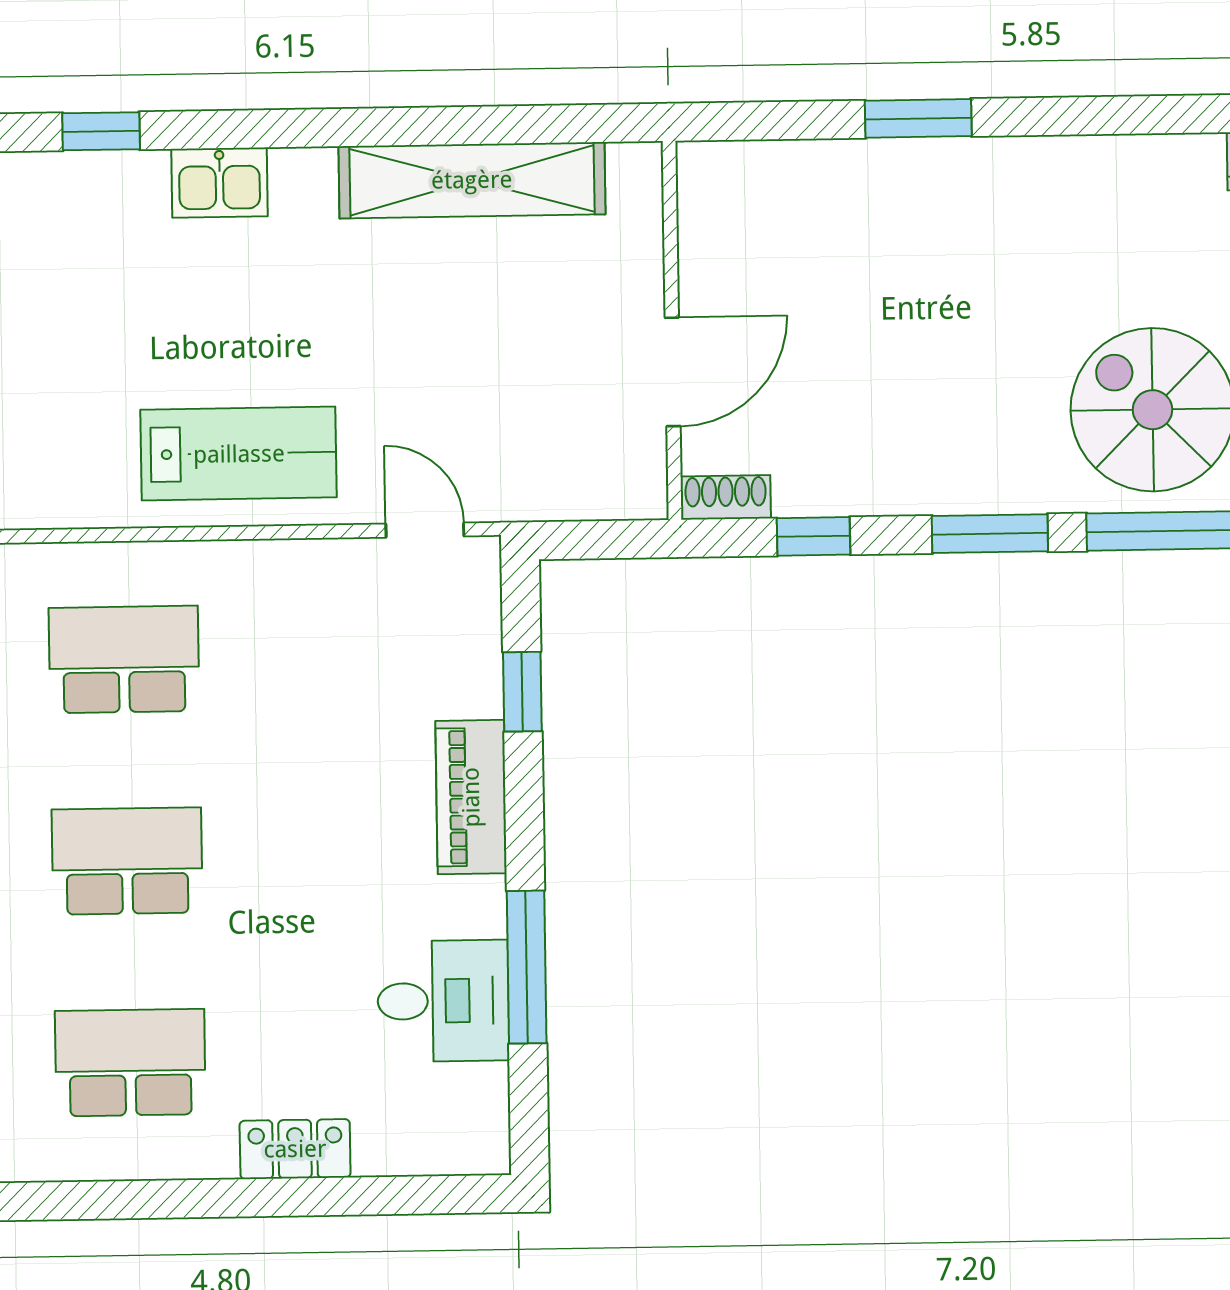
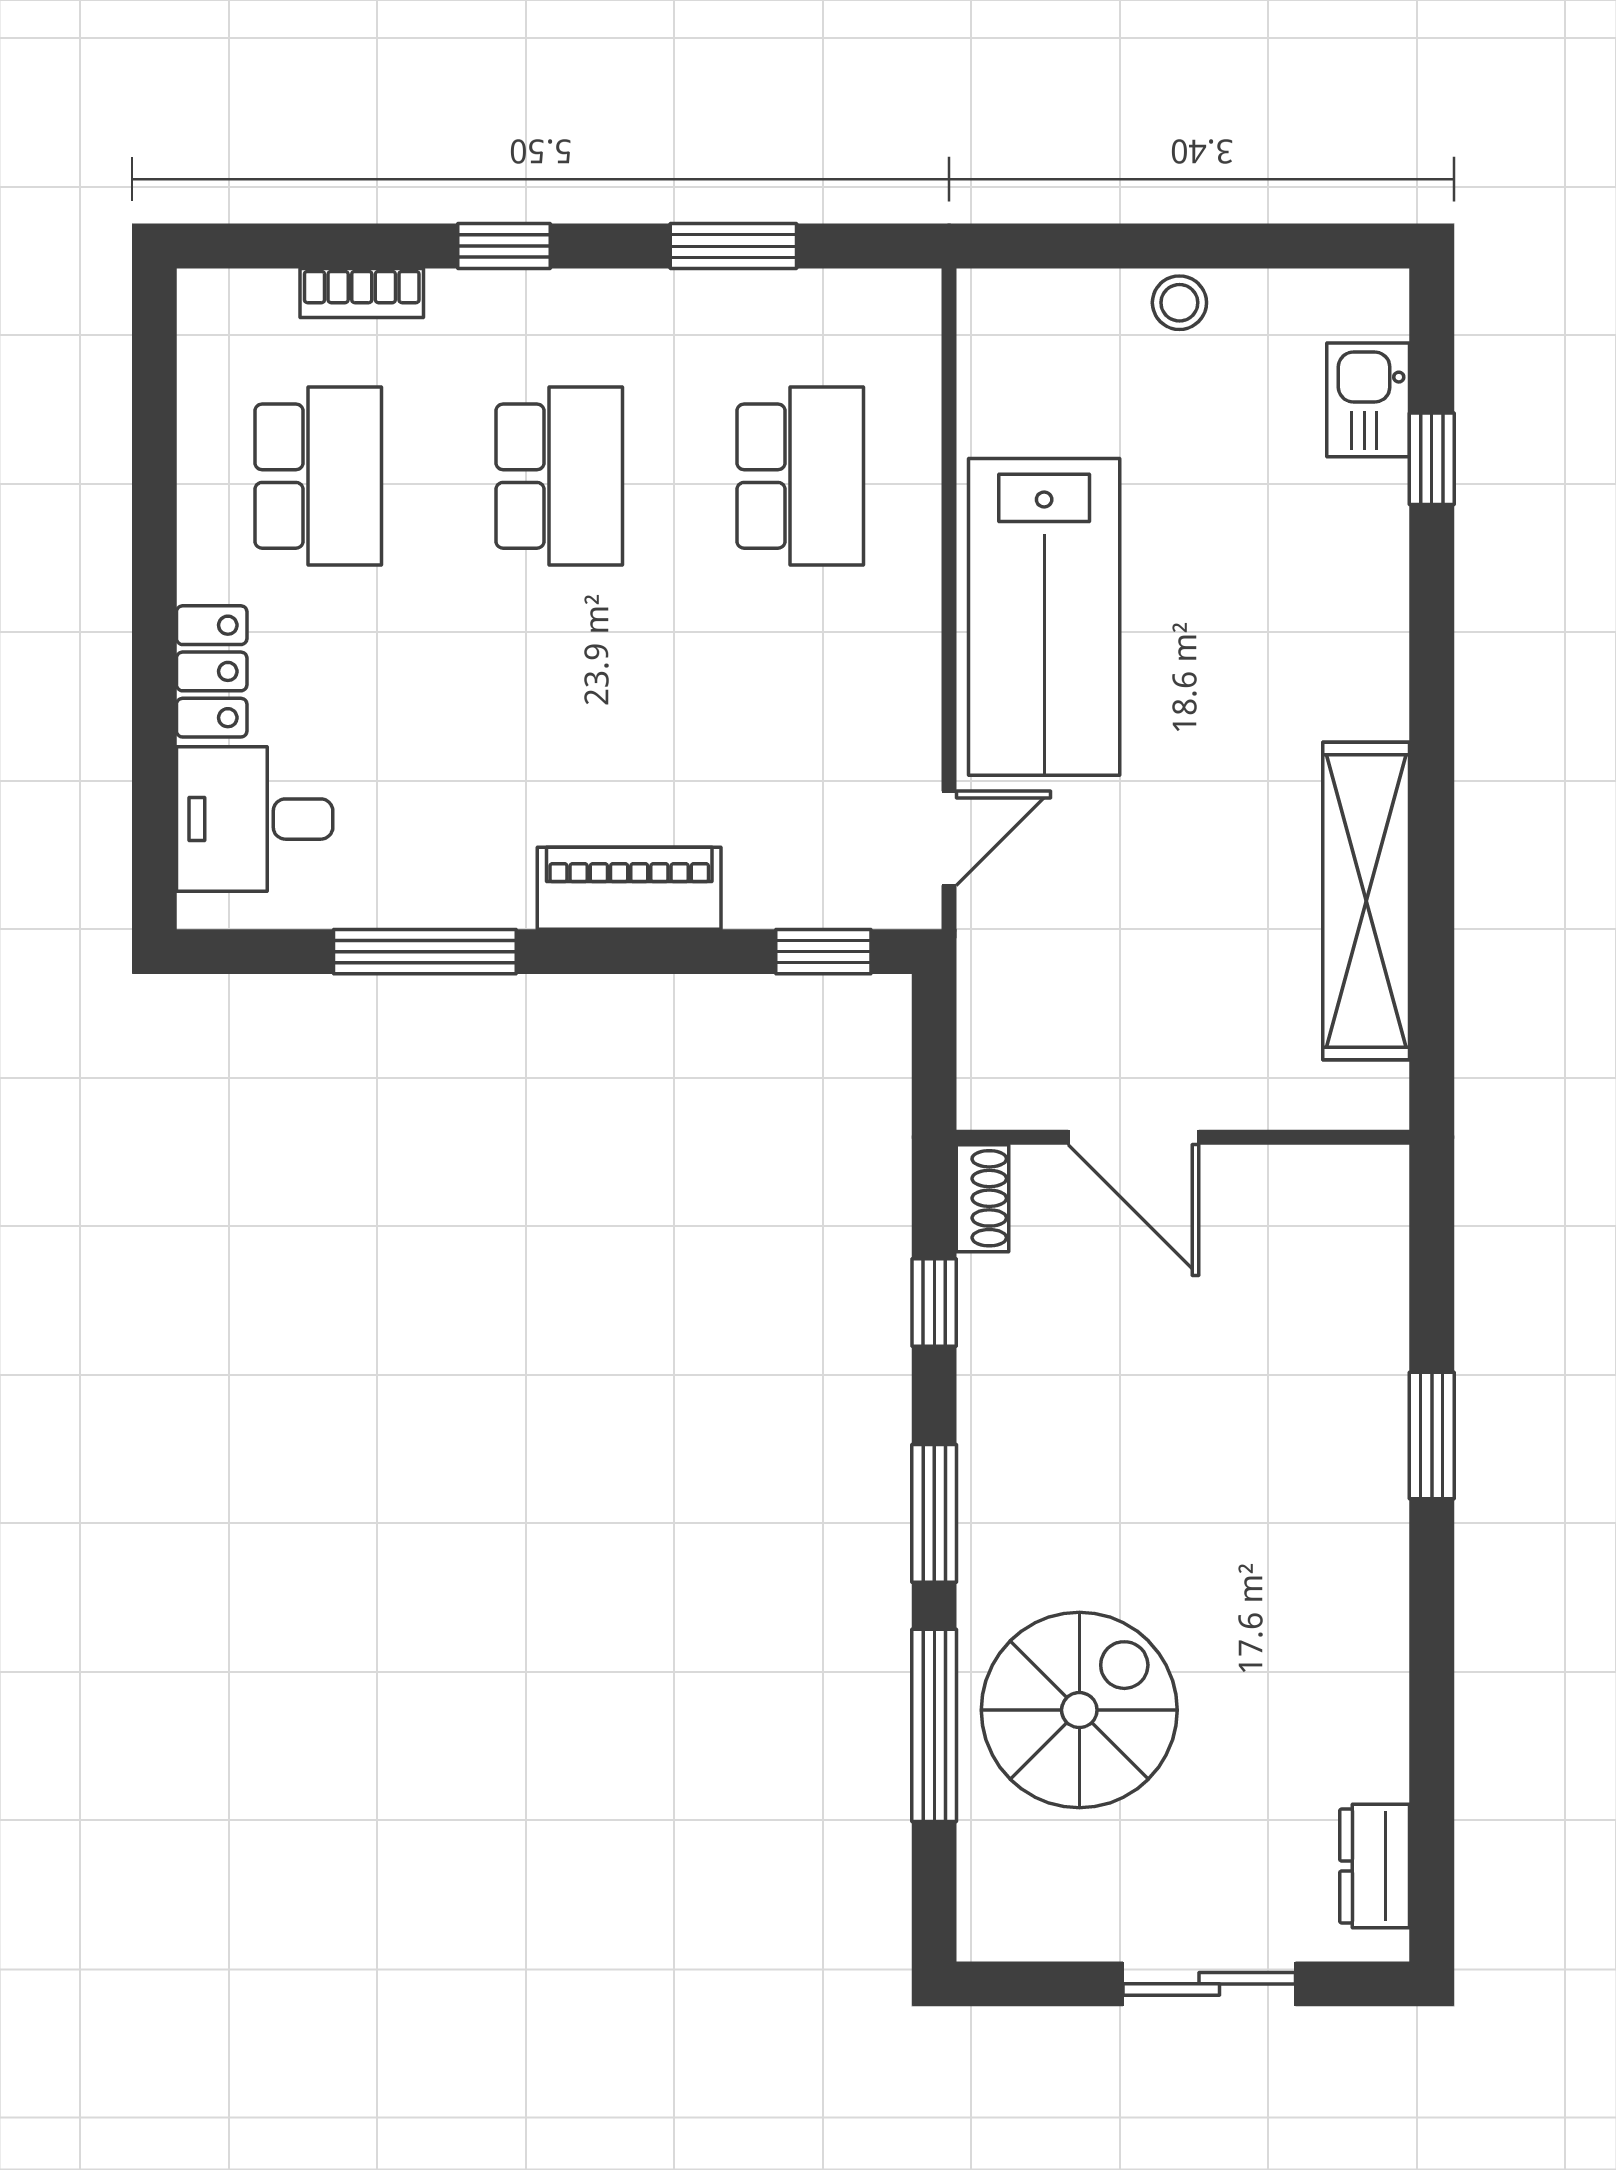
kitchen sink: (219, 183) -> (1368, 400), moved
lab bench: (239, 454) -> (1044, 617), width x1.36, depth x1.39
window: (522, 692) -> (823, 952), moved
desk: (443, 1001) -> (255, 819), moved, turned 90

